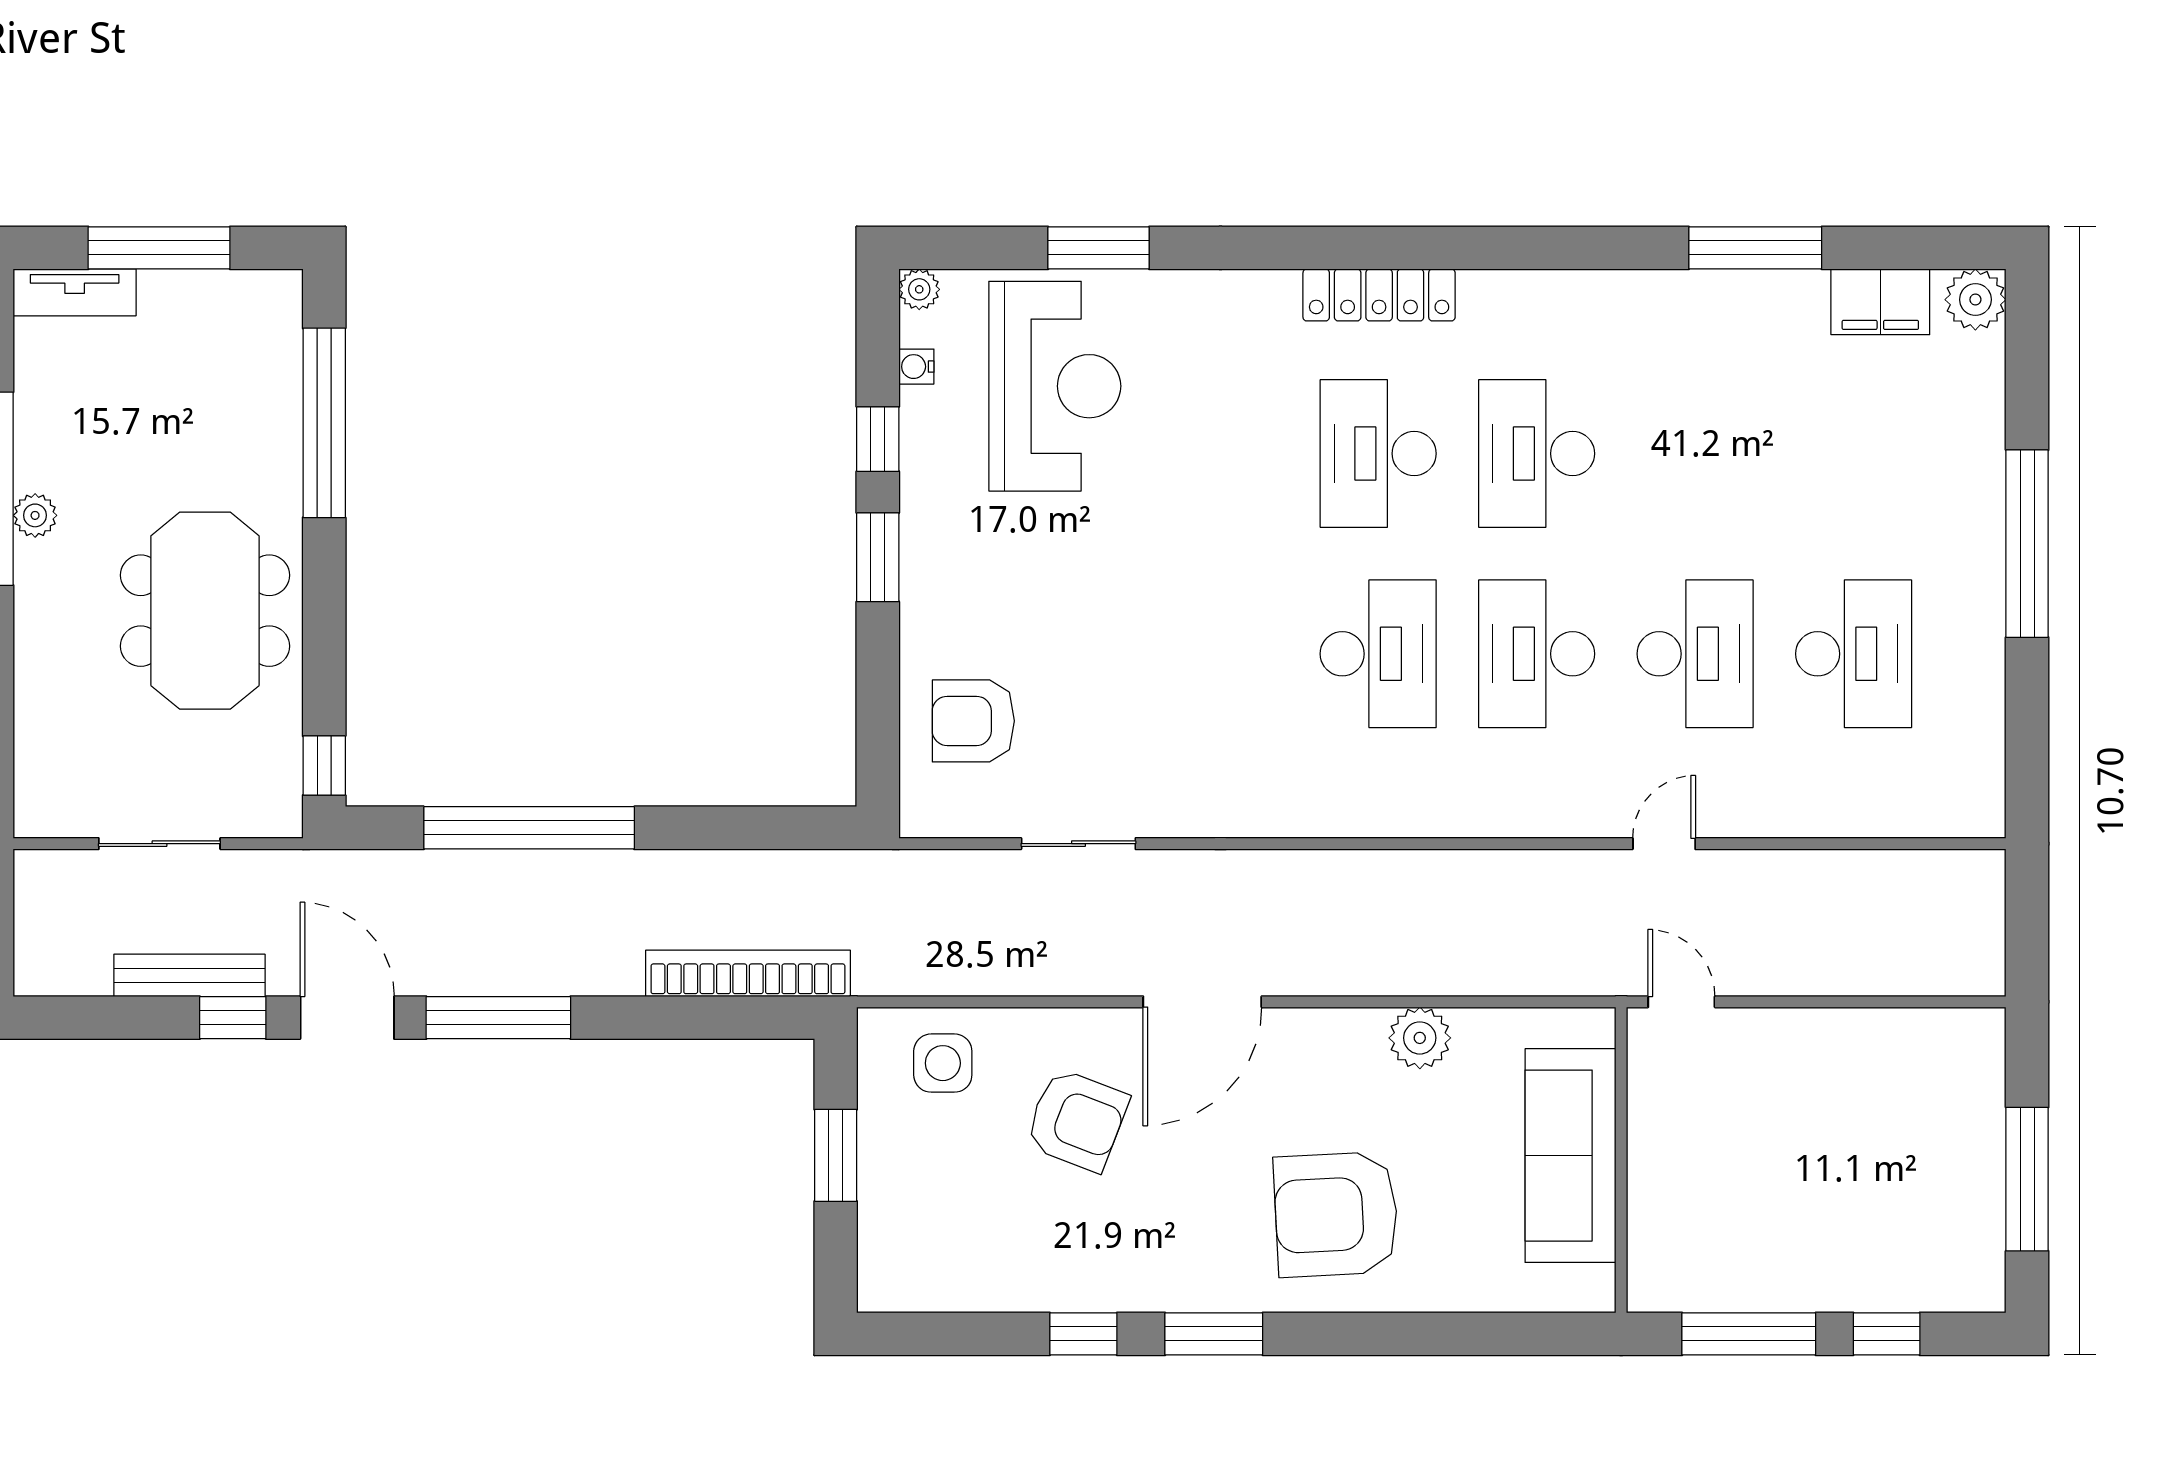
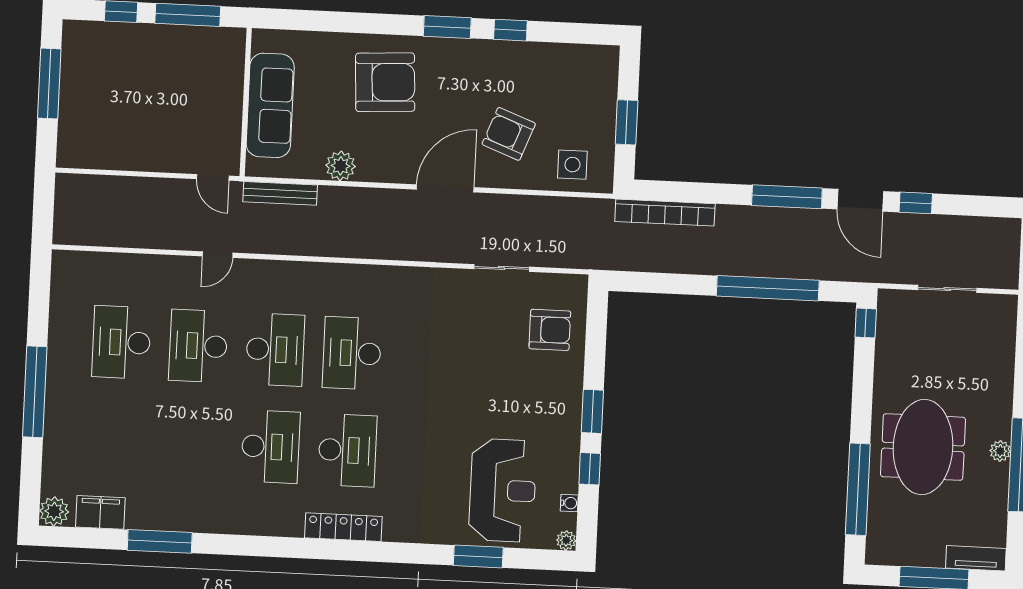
reception desk: (1055, 386) -> (503, 490), turned 180
meeting table: (205, 611) -> (923, 447), moved
bench: (189, 975) -> (280, 193), moved

